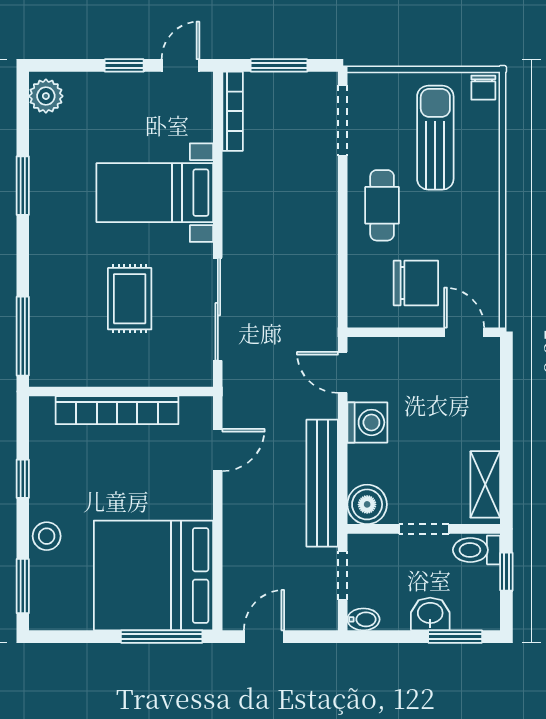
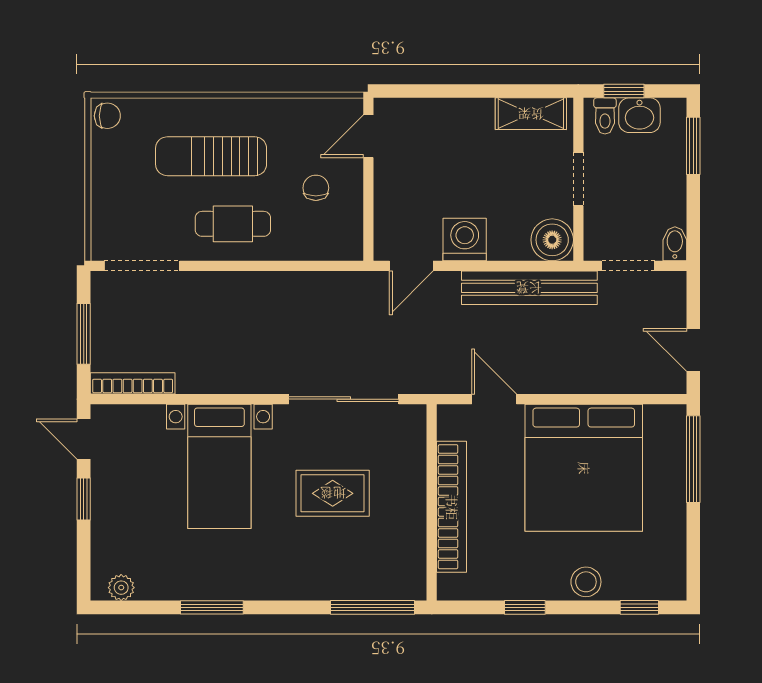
plant: (46, 96) -> (121, 588), width x0.73, depth x0.73
sun lounger: (435, 138) -> (211, 156), moved
chair: (416, 283) -> (316, 188), width x0.54, depth x0.54
toilet: (477, 550) -> (605, 116), width x0.73, depth x0.72
bed: (153, 575) -> (584, 468), moved
window: (23, 586) -> (639, 607), width x0.67
washbasin: (430, 614) -> (639, 115), moved, turned -90

